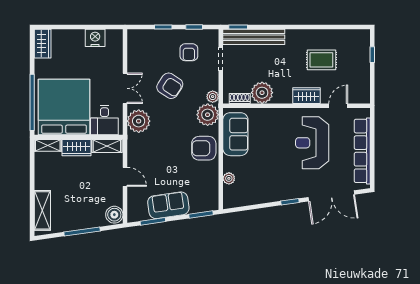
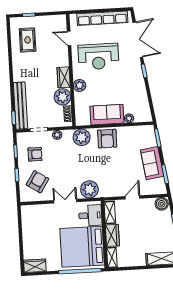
nightstand: (95, 38) -> (28, 226), removed
rug: (321, 60) -> (28, 40), moved
armchair: (170, 86) -> (37, 182), moved
wardrobe: (306, 96) -> (64, 77), moved
plant: (213, 97) -> (57, 135), moved
plant: (276, 116) -> (79, 85), added
sofa: (235, 134) -> (107, 115), moved

